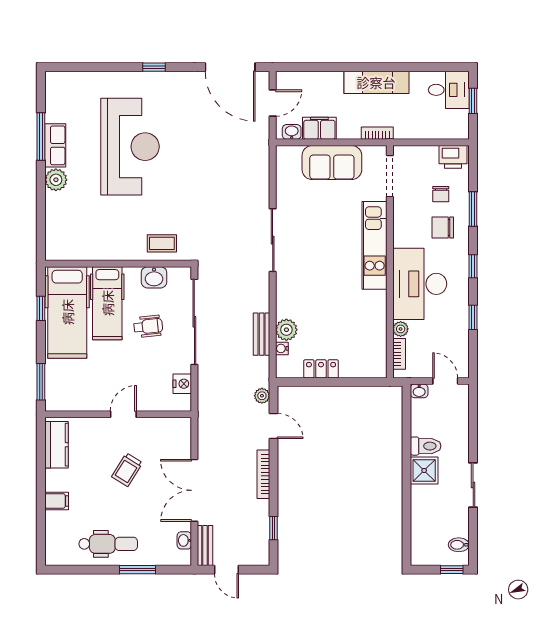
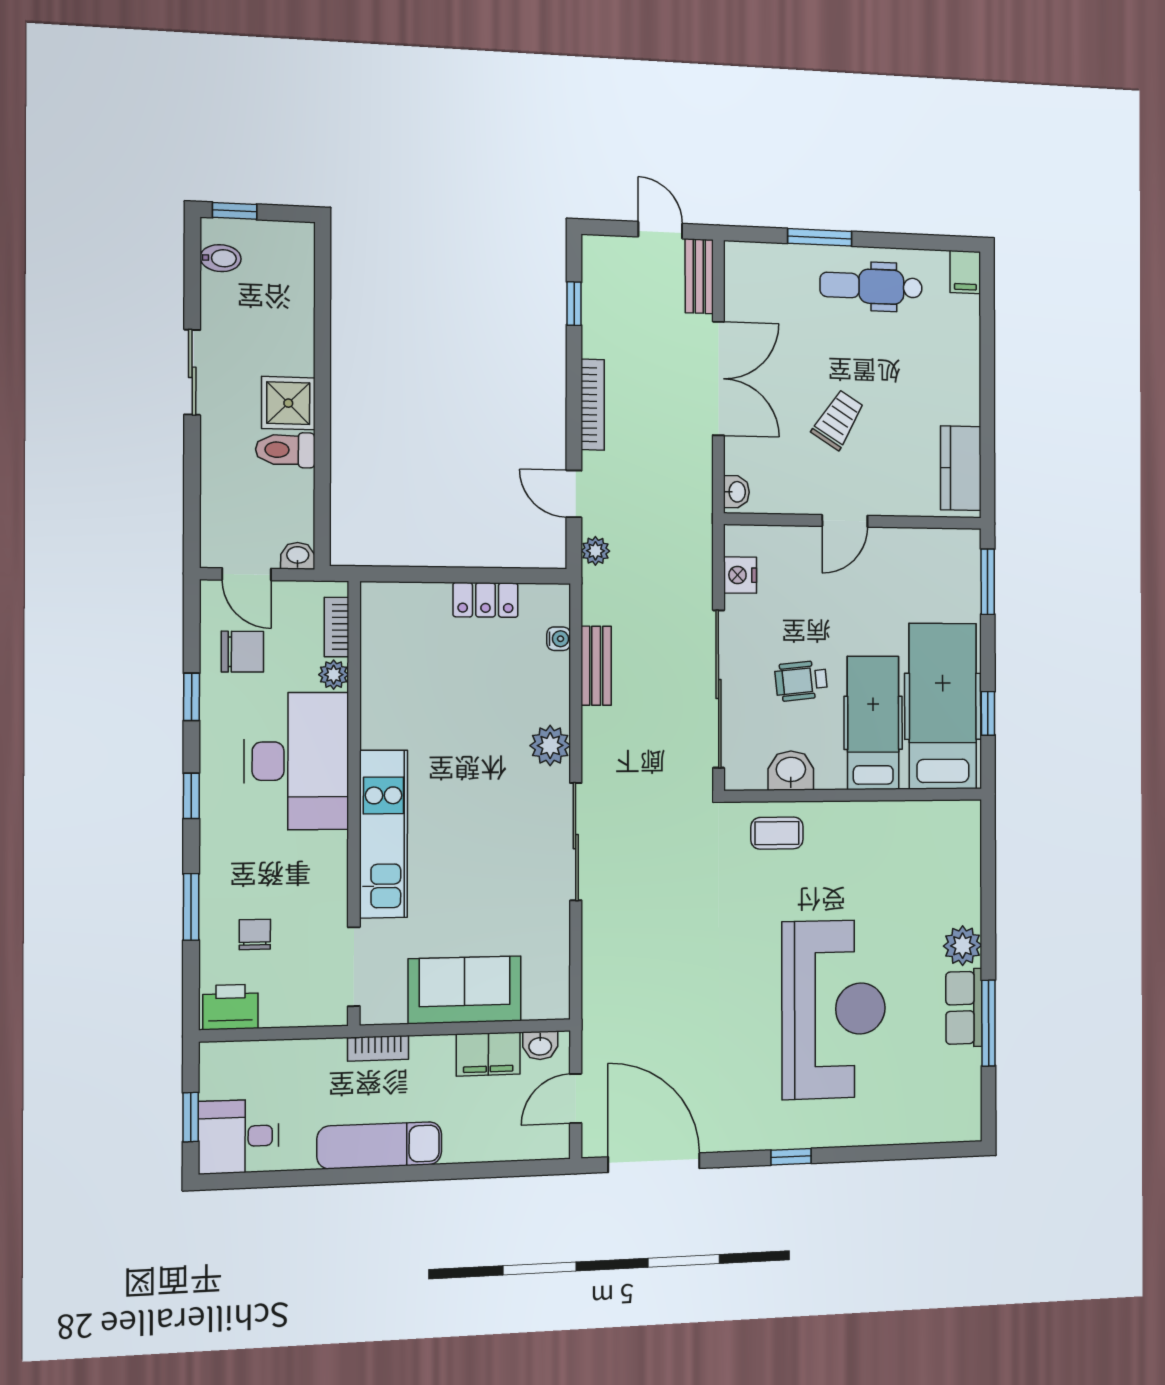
reception desk: (130, 147) -> (834, 1009), turned 180
chair: (443, 227) -> (242, 652), moved
plant: (286, 330) -> (550, 745), moved
filing cabinet: (57, 501) -> (965, 272), moved, turned -90
washbasin: (184, 540) -> (736, 492), moved

